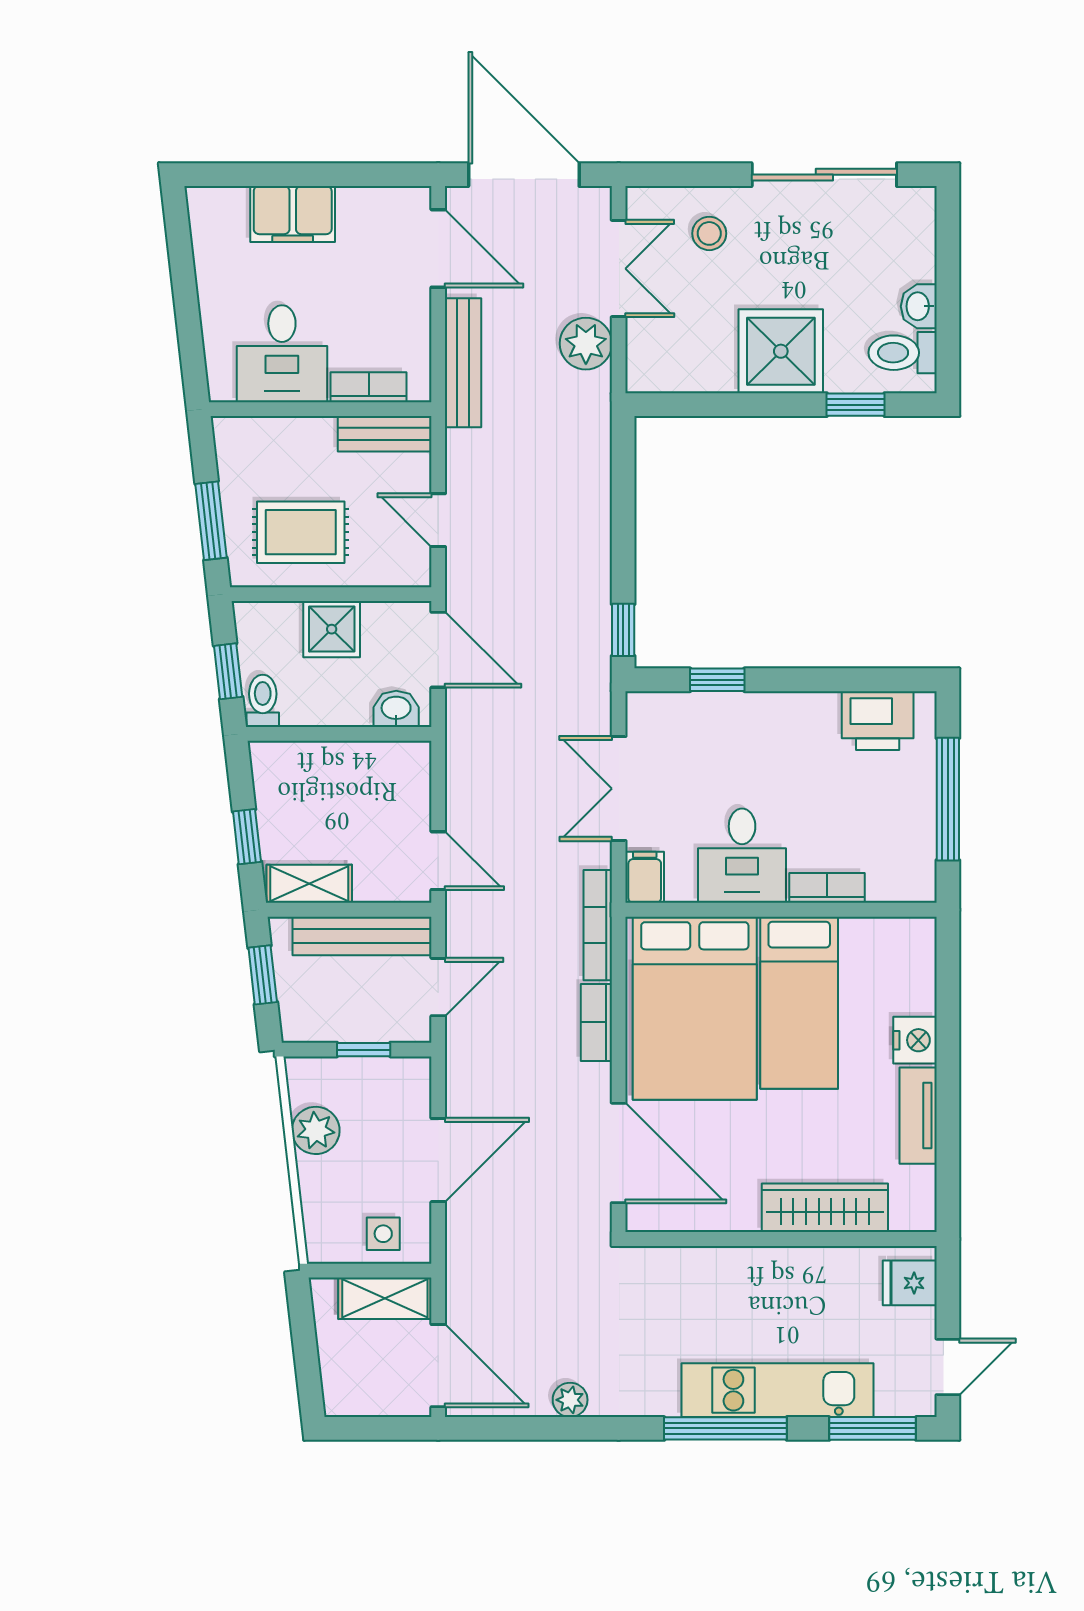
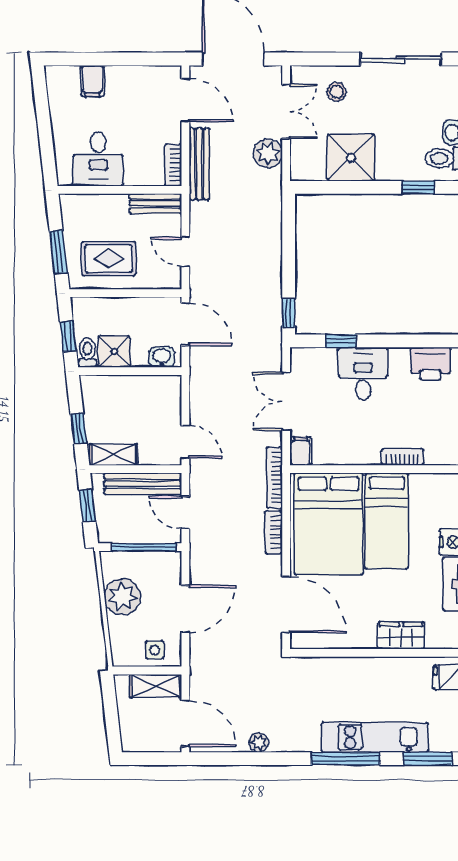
filing cabinet: (293, 214) -> (92, 81), width x0.50
shower: (781, 351) -> (351, 158), moved
bookcase: (369, 387) -> (173, 165), moved, turned -90
shower: (332, 629) -> (114, 351), moved
desk: (742, 856) -> (363, 374), moved, turned 180
door: (438, 987) -> (185, 512), swing flipped
window: (364, 1050) -> (144, 547), width x2.17
plant: (316, 1130) -> (122, 597), width x1.36, depth x1.36
wardrobe: (825, 1208) -> (401, 635), width x0.67

